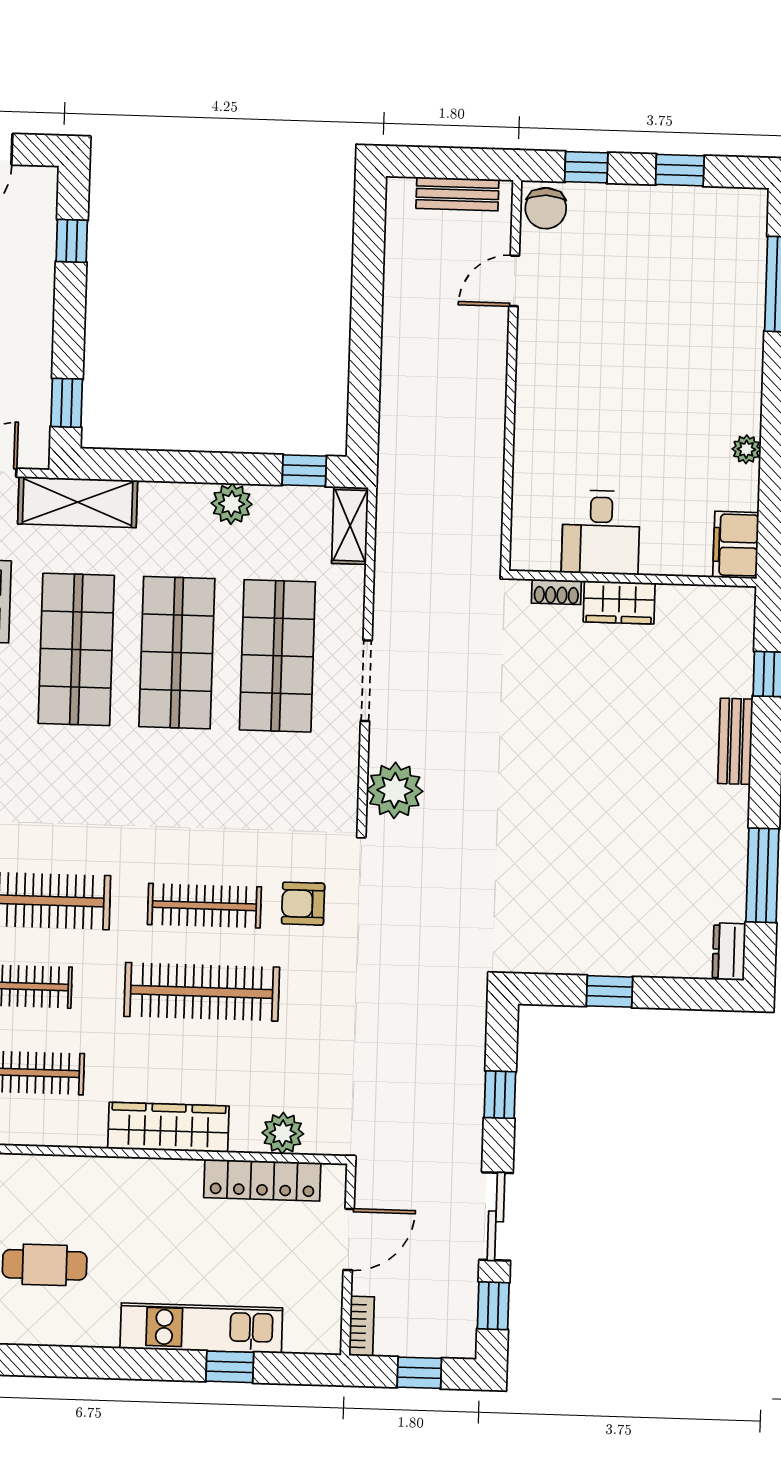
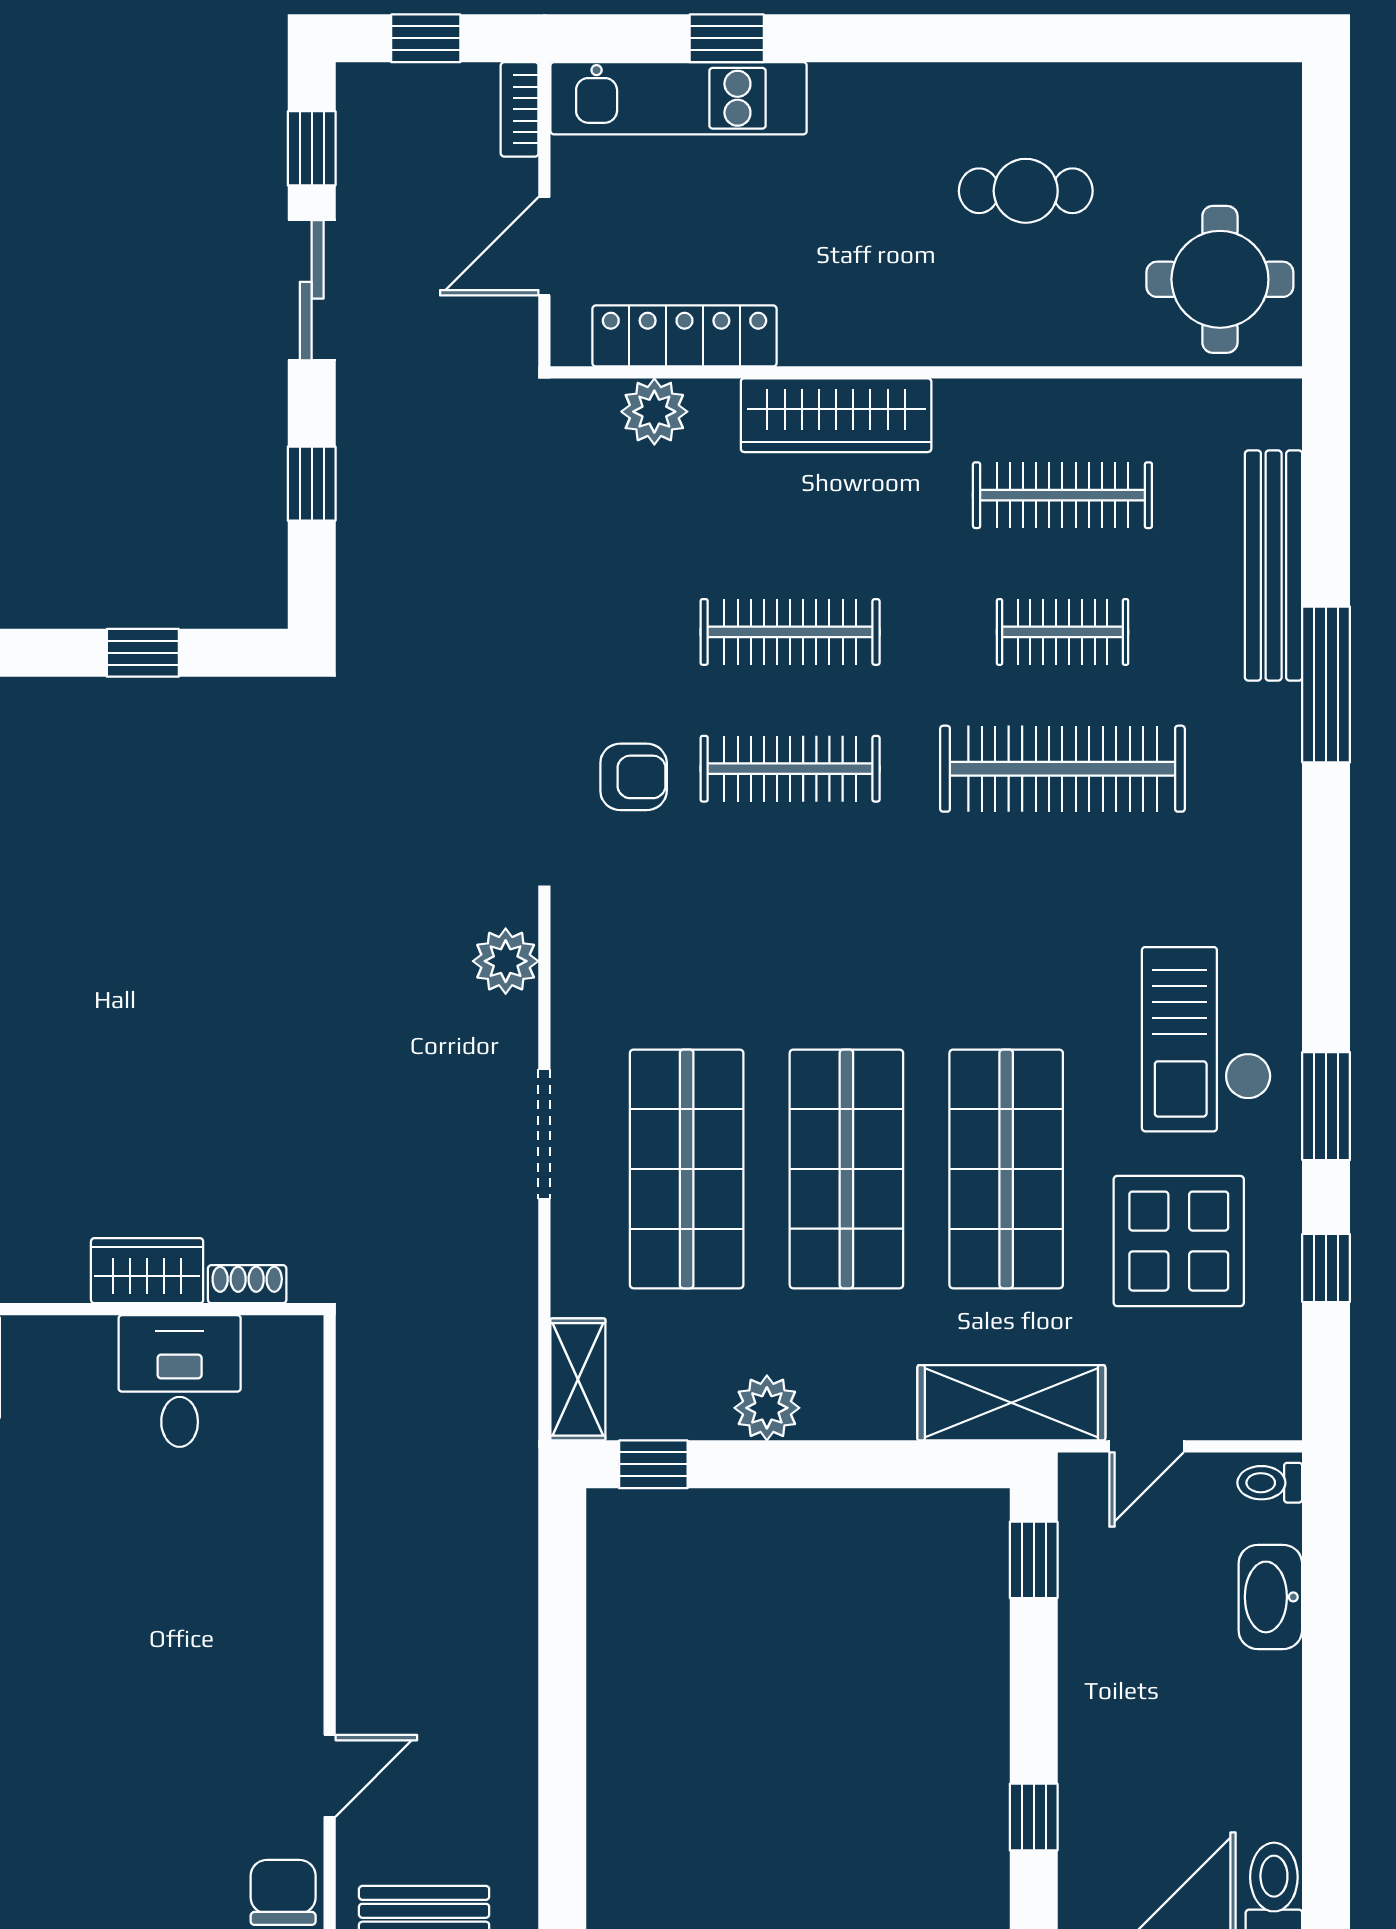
plant: (395, 790) -> (506, 961), width x0.73, depth x0.73
clothes rail: (202, 992) -> (790, 632), width x0.73, depth x0.76
kitchen unit: (201, 1328) -> (679, 98), moved

